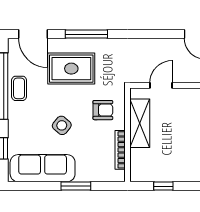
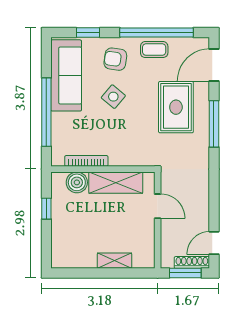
armchair: (103, 110) -> (115, 59), moved, turned 98
boiler: (140, 159) -> (77, 182), added
window: (76, 186) -> (46, 112), width x2.11

